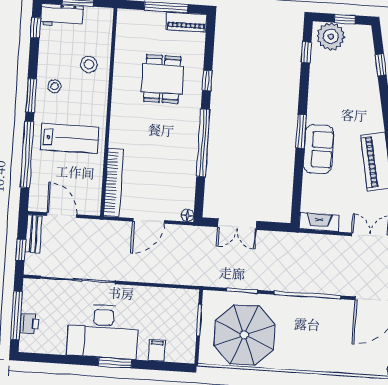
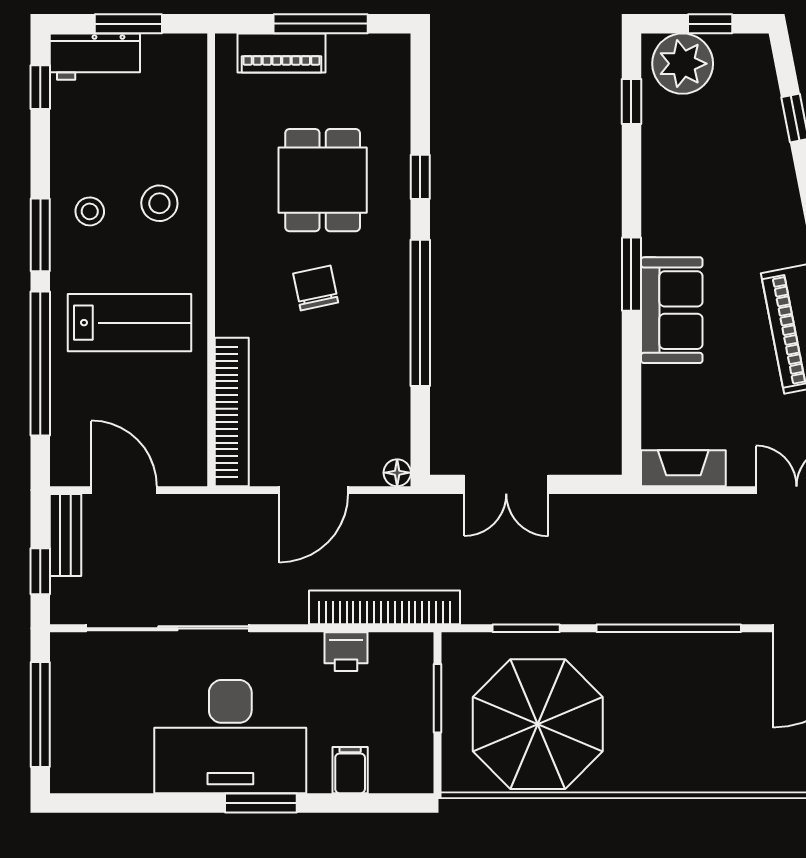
piano: (186, 22) -> (282, 53), moved
stool: (89, 64) -> (159, 203), moved
chair: (156, 128) -> (316, 288), added
bookcase: (178, 277) -> (384, 607), added
printer: (29, 324) -> (346, 652), moved, turned 90

